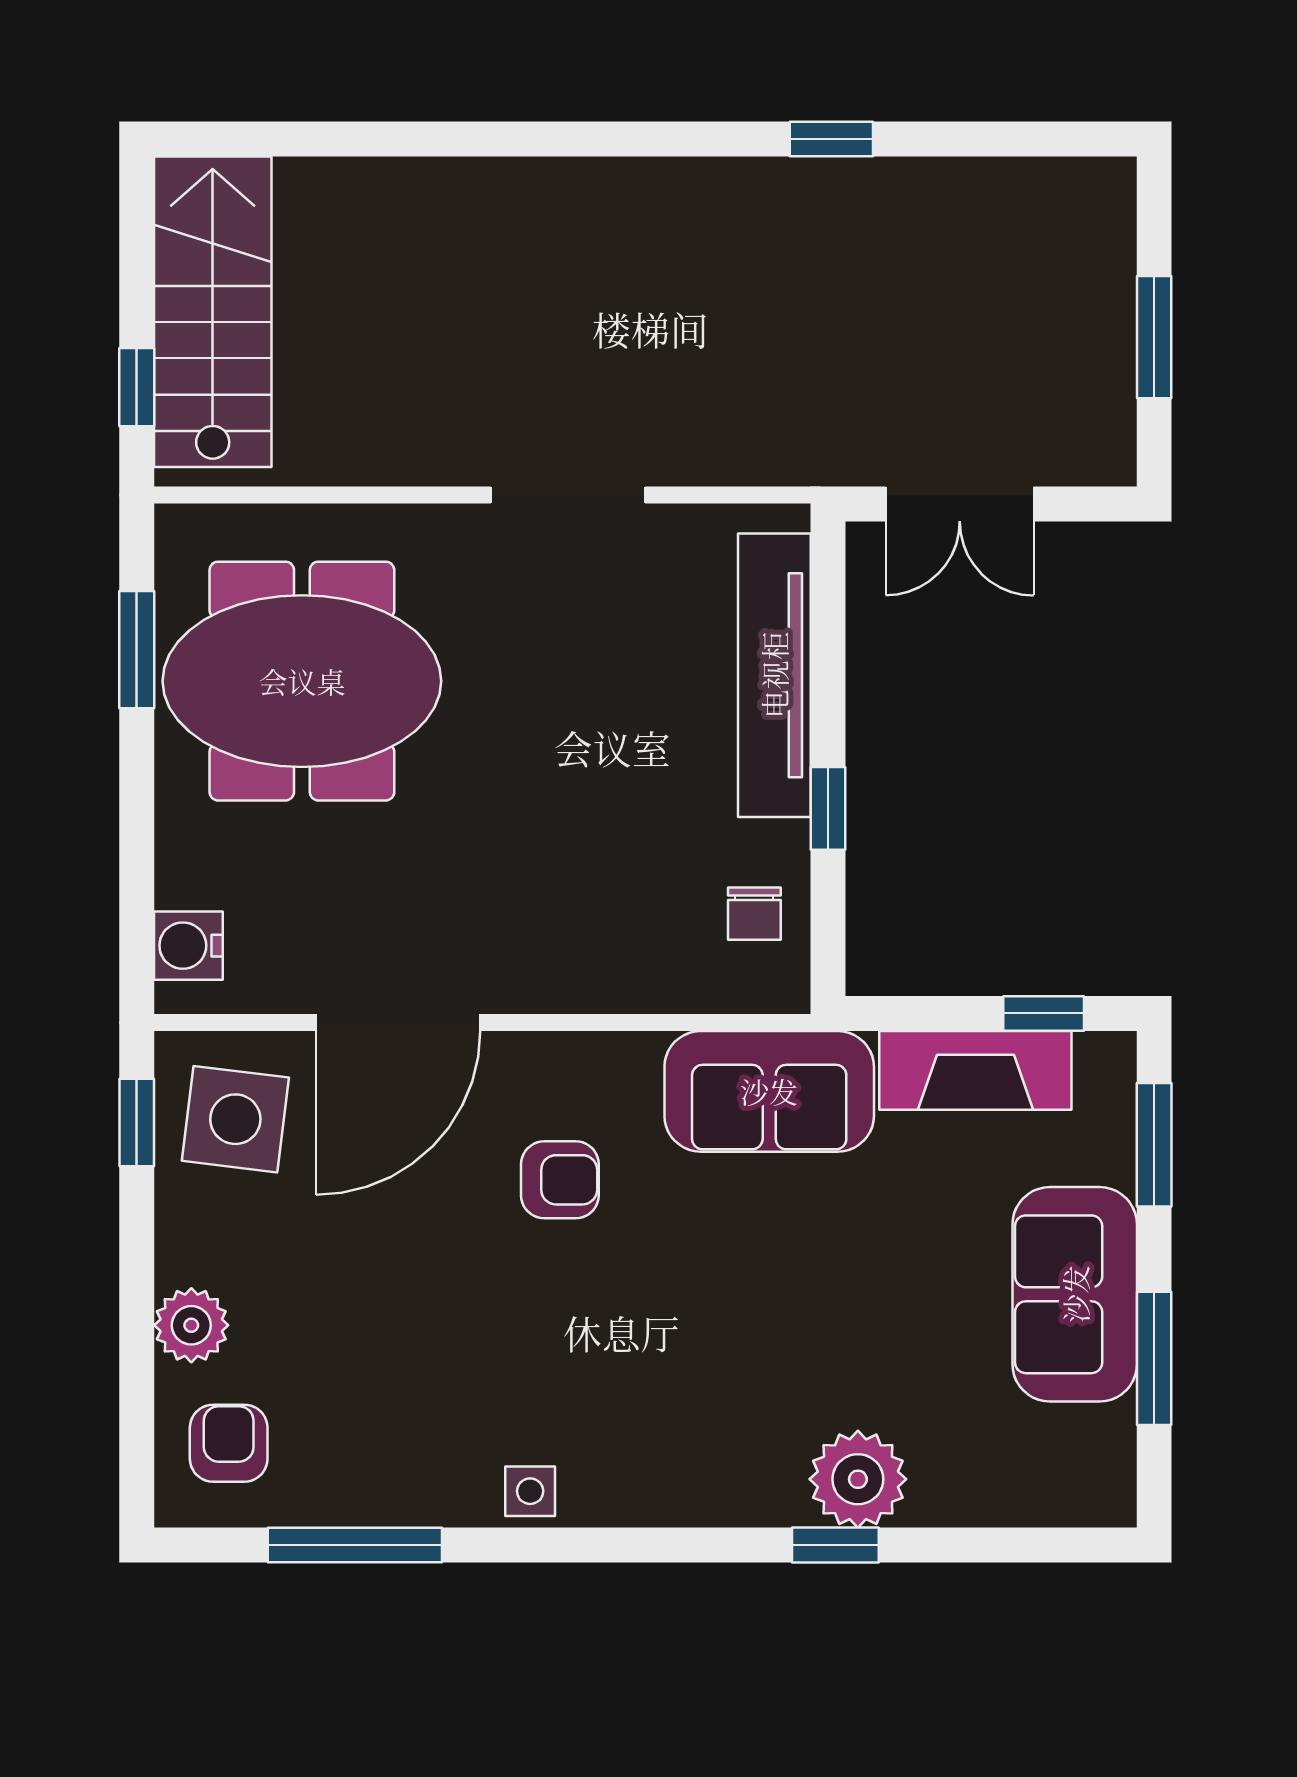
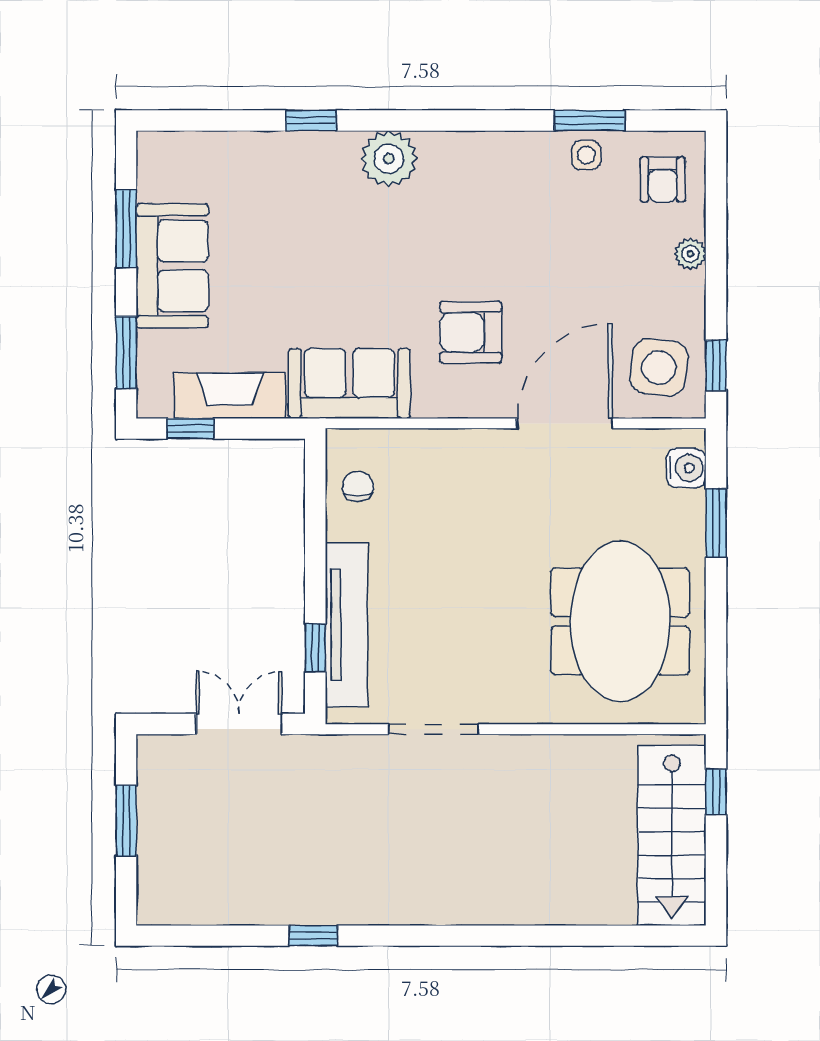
doorway: (568, 495) -> (433, 729), moved
window: (137, 650) -> (716, 523), moved
meeting table: (302, 681) -> (620, 621), turned 90
window: (828, 808) -> (315, 648), moved
armchair: (560, 1180) -> (471, 332), width x1.38, depth x1.38
plant: (191, 1325) -> (690, 254), width x0.73, depth x0.73
plant: (858, 1479) -> (389, 159), moved
side table: (530, 1491) -> (586, 155), moved
window: (355, 1545) -> (589, 120), width x0.69

